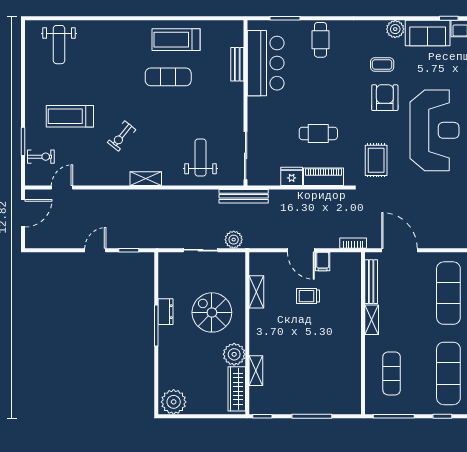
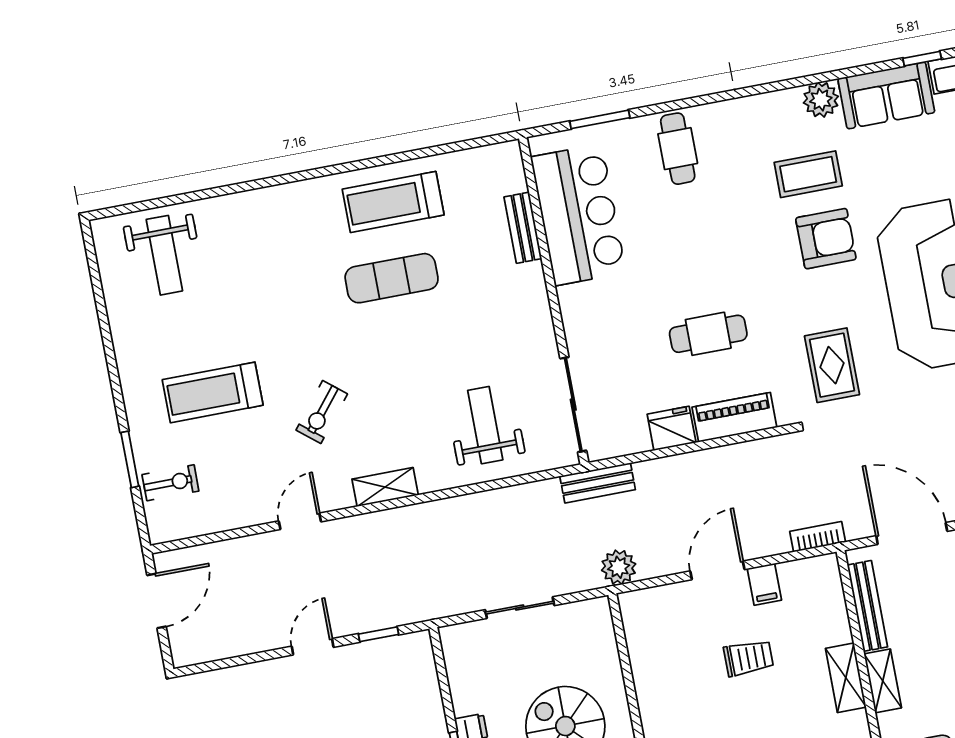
coffee table: (382, 64) -> (808, 174), width x1.36, depth x1.30
armchair: (385, 98) -> (826, 239), turned 90
door: (62, 188) -> (300, 521), moved
bench: (244, 196) -> (598, 483), width x0.73
plant: (234, 240) -> (619, 567), moved
door: (301, 250) -> (717, 570), swing flipped
shelving: (256, 292) -> (846, 678), moved
trolley: (308, 296) -> (749, 658), turned 180

